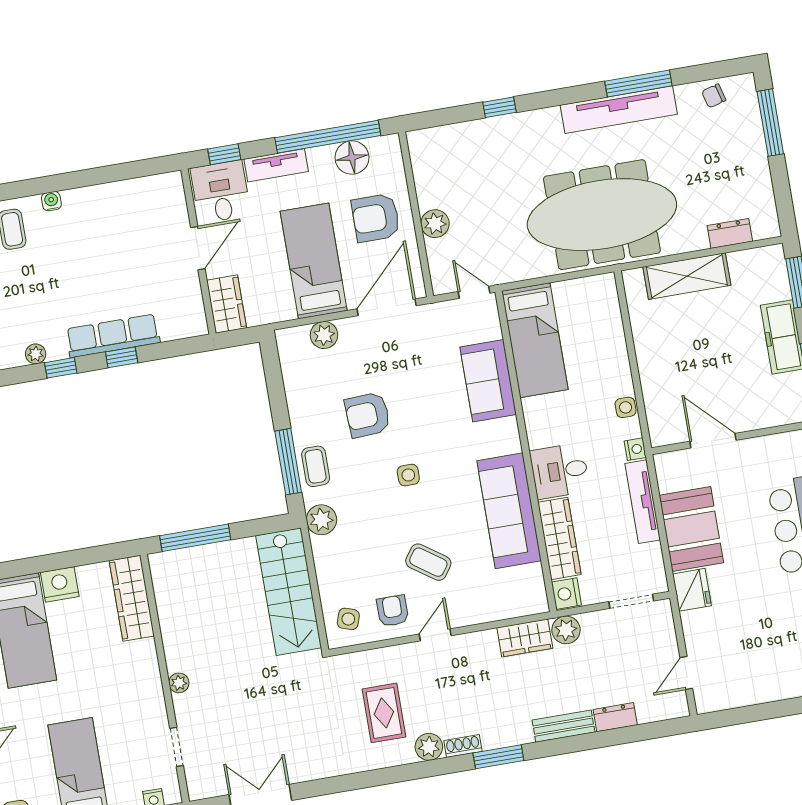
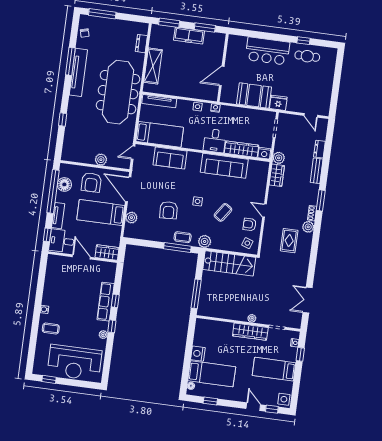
tv unit: (643, 502) -> (159, 101), moved
coffee table: (428, 562) -> (223, 212), moved
wardrobe: (132, 598) -> (250, 332), moved
rug: (384, 713) -> (289, 241), turned 90

